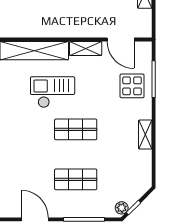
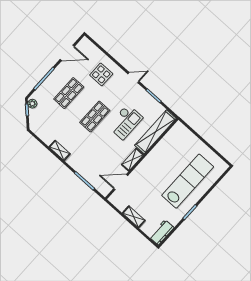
display table: (132, 86) -> (101, 74), moved

